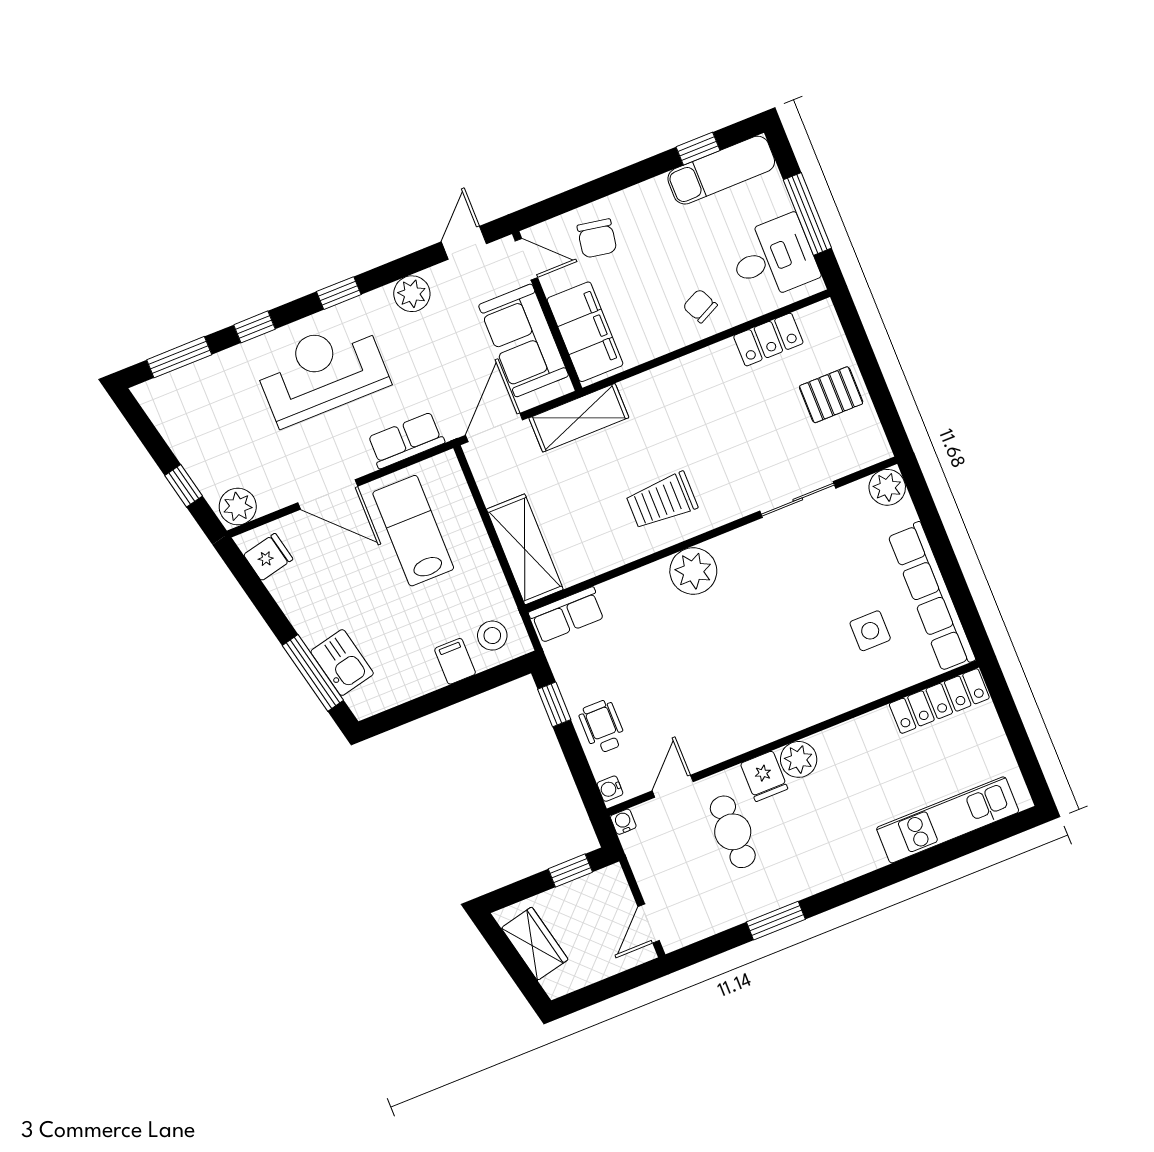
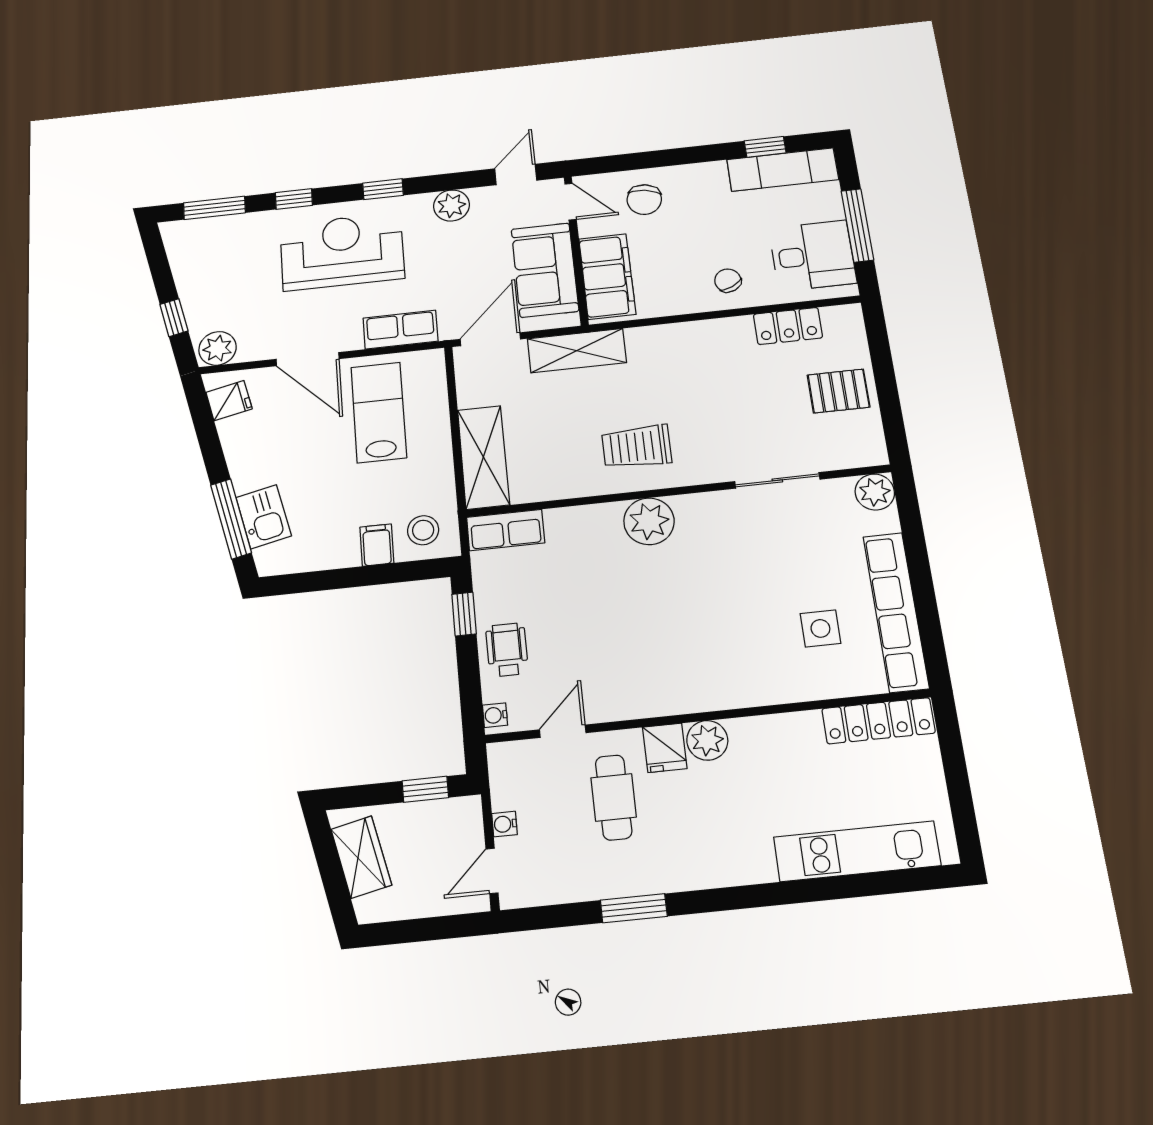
water cooler: (623, 822) -> (504, 824), moved, turned -90

